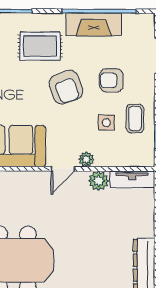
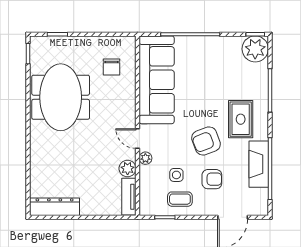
armchair: (111, 80) -> (212, 179), turned 90

